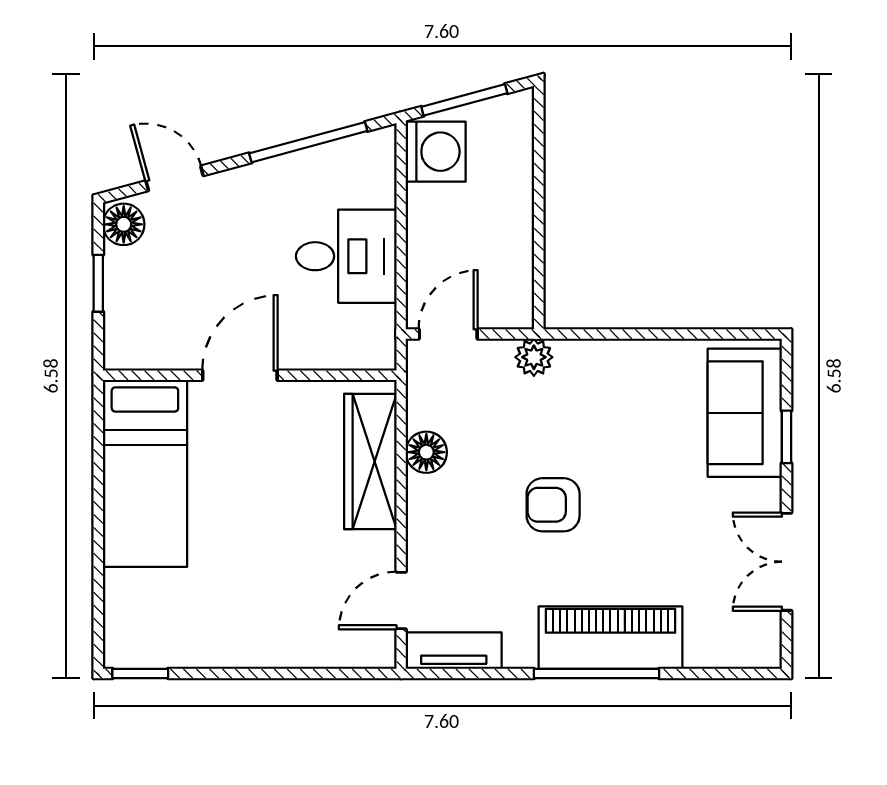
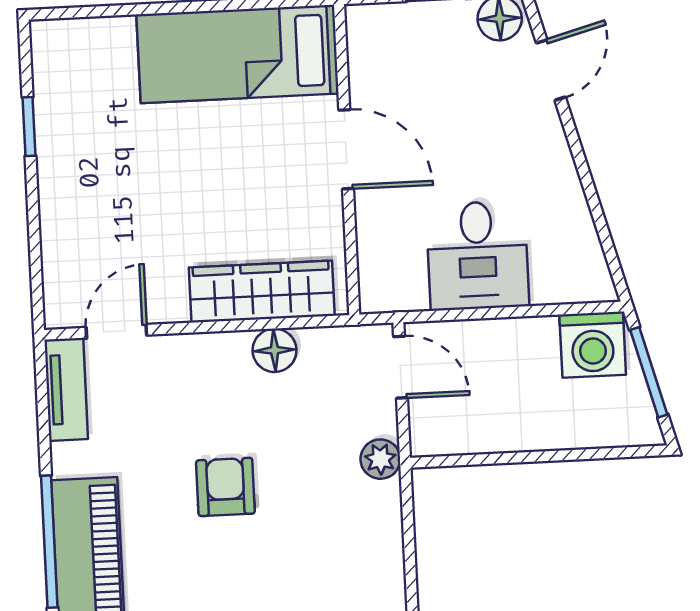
window: (308, 142) -> (596, 209), removed
door: (401, 600) -> (116, 331), hinge flipped
window: (140, 673) -> (29, 126), moved

